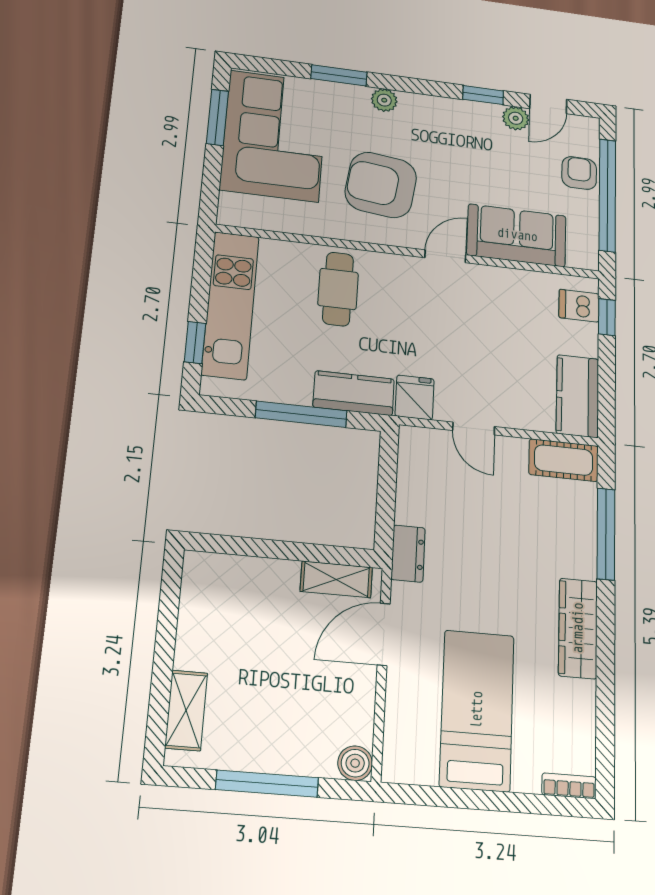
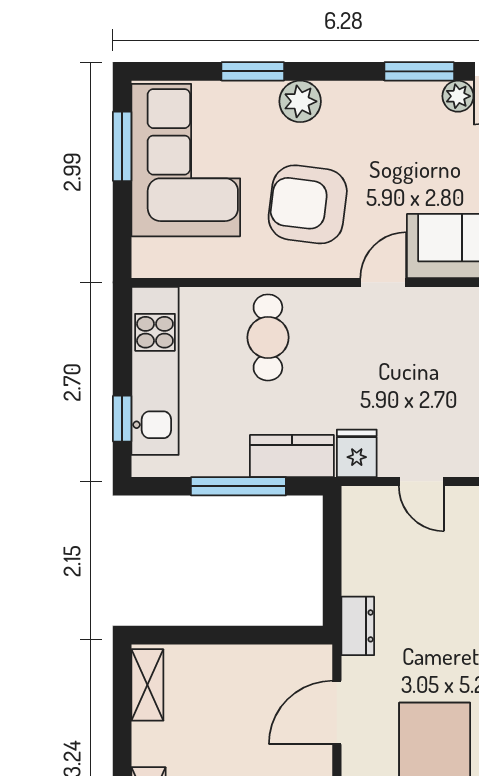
window: (483, 95) -> (419, 71), width x1.50
plant: (384, 100) -> (300, 101), width x1.38, depth x1.38
shelving: (336, 579) -> (147, 685), moved, turned 90

